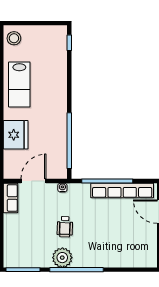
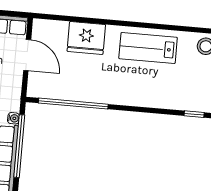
water cooler: (62, 188) -> (13, 118), moved

